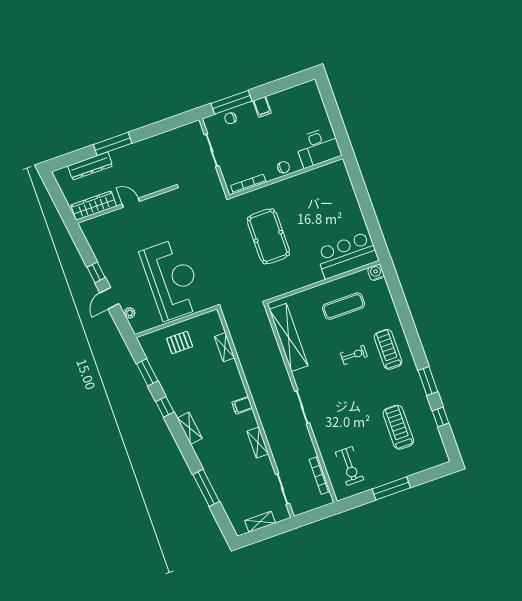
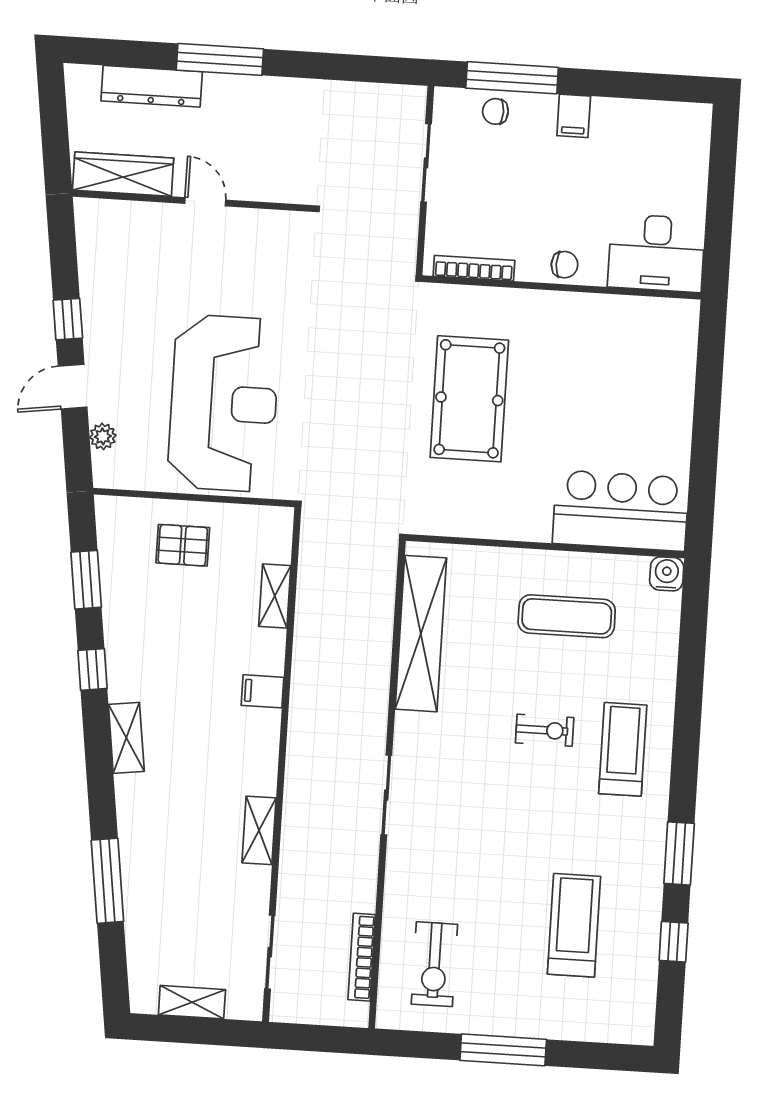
filing cabinet: (242, 405) -> (262, 691), moved

